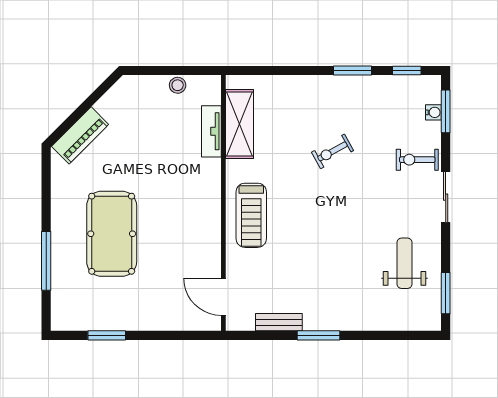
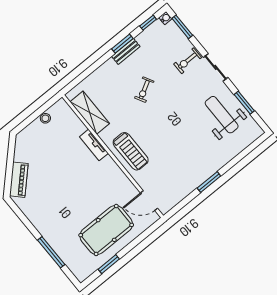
water cooler: (433, 112) -> (165, 18), moved
tv unit: (211, 131) -> (94, 145), moved
pool table: (112, 234) -> (106, 230), moved, turned 90
weight bench: (404, 263) -> (222, 115), width x1.36, depth x1.33
window: (446, 293) -> (244, 103), moved
bench: (279, 322) -> (126, 51), moved

